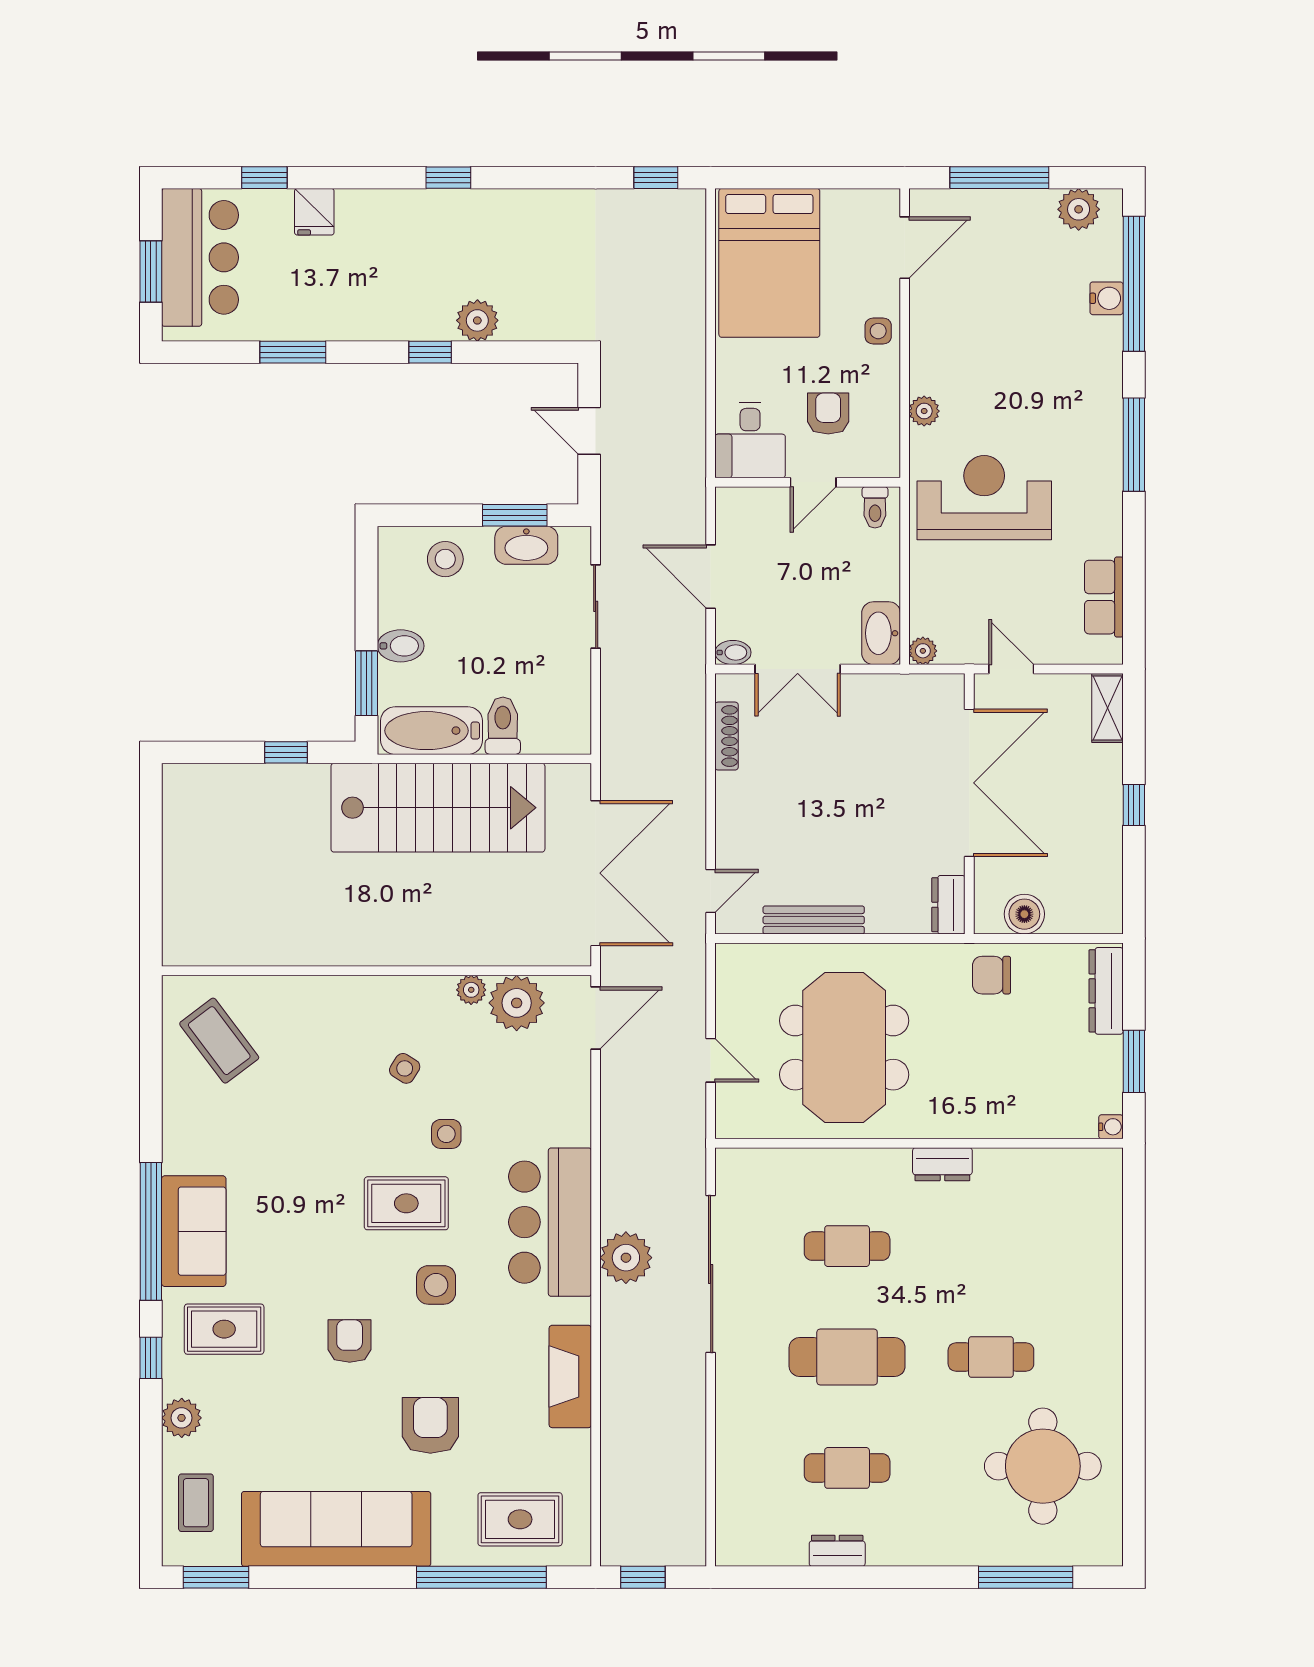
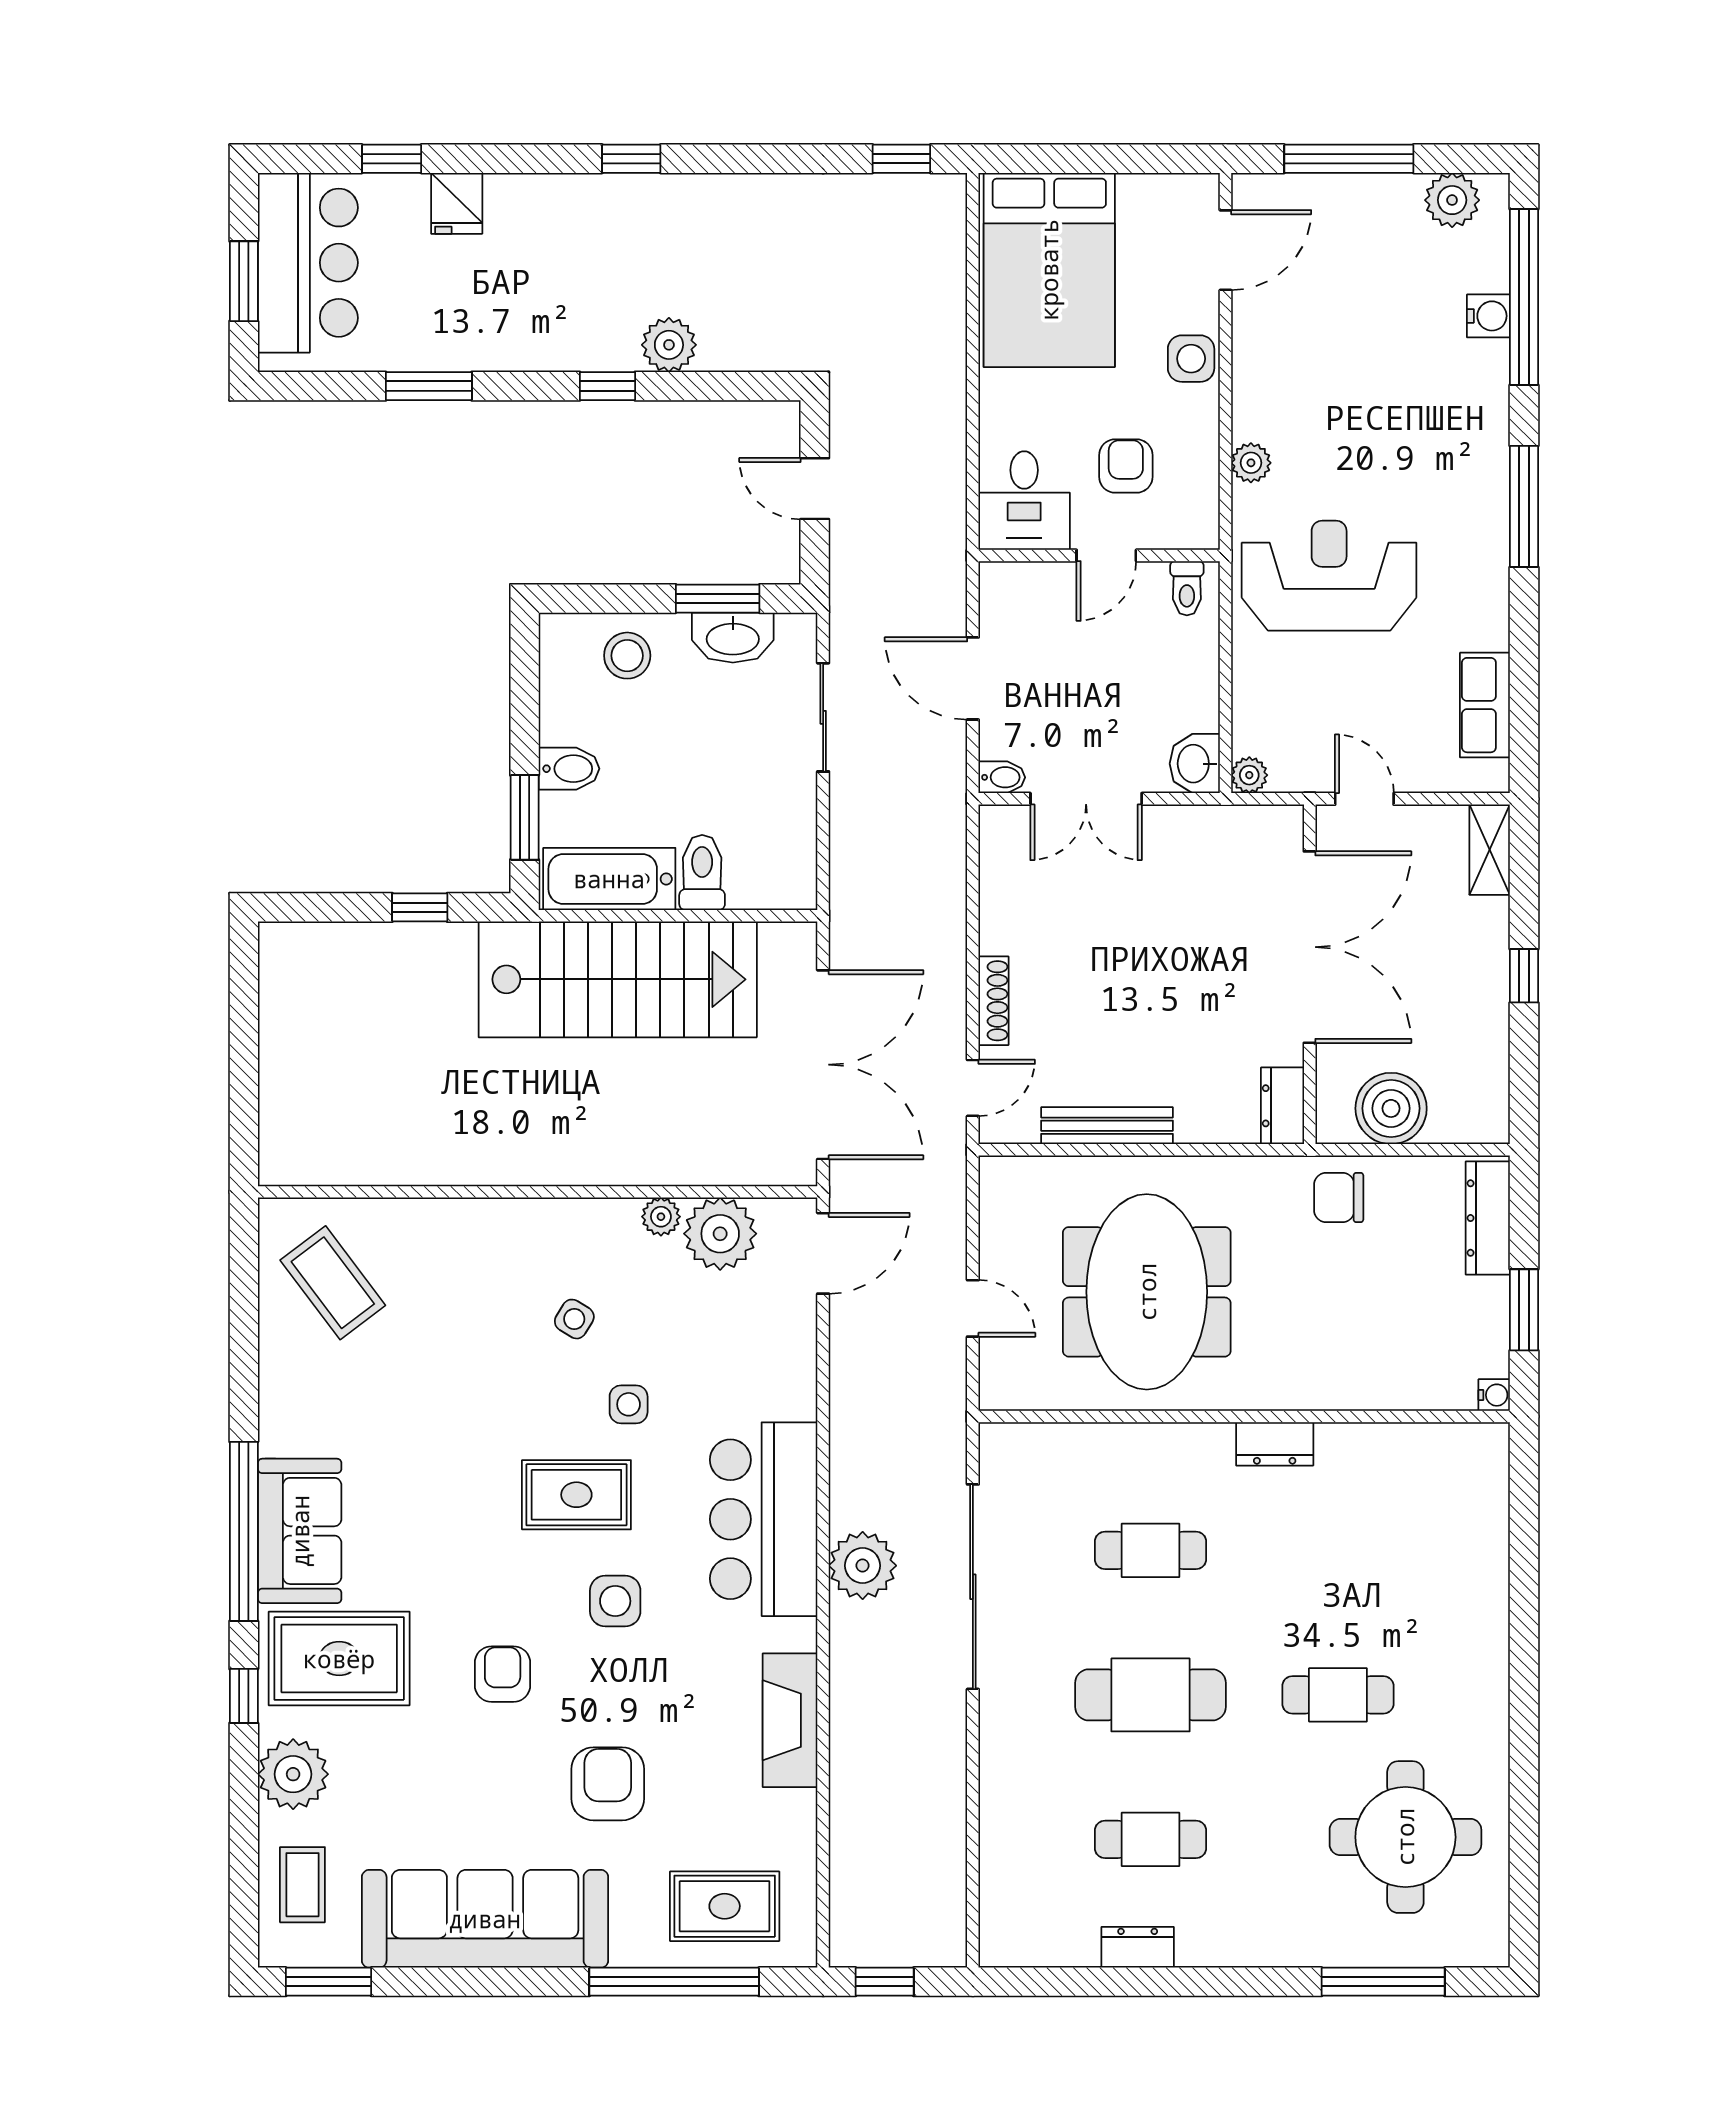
side table: (878, 331) -> (1191, 359), width x1.37, depth x1.37
washbasin: (881, 633) -> (1195, 764), width x0.72
shoe rack: (727, 736) -> (994, 1001), moved
boiler: (1024, 914) -> (1391, 1108), width x1.37, depth x1.37
rug: (224, 1329) -> (339, 1659), width x1.36, depth x1.43
plant: (182, 1418) -> (293, 1774), width x1.36, depth x1.36

